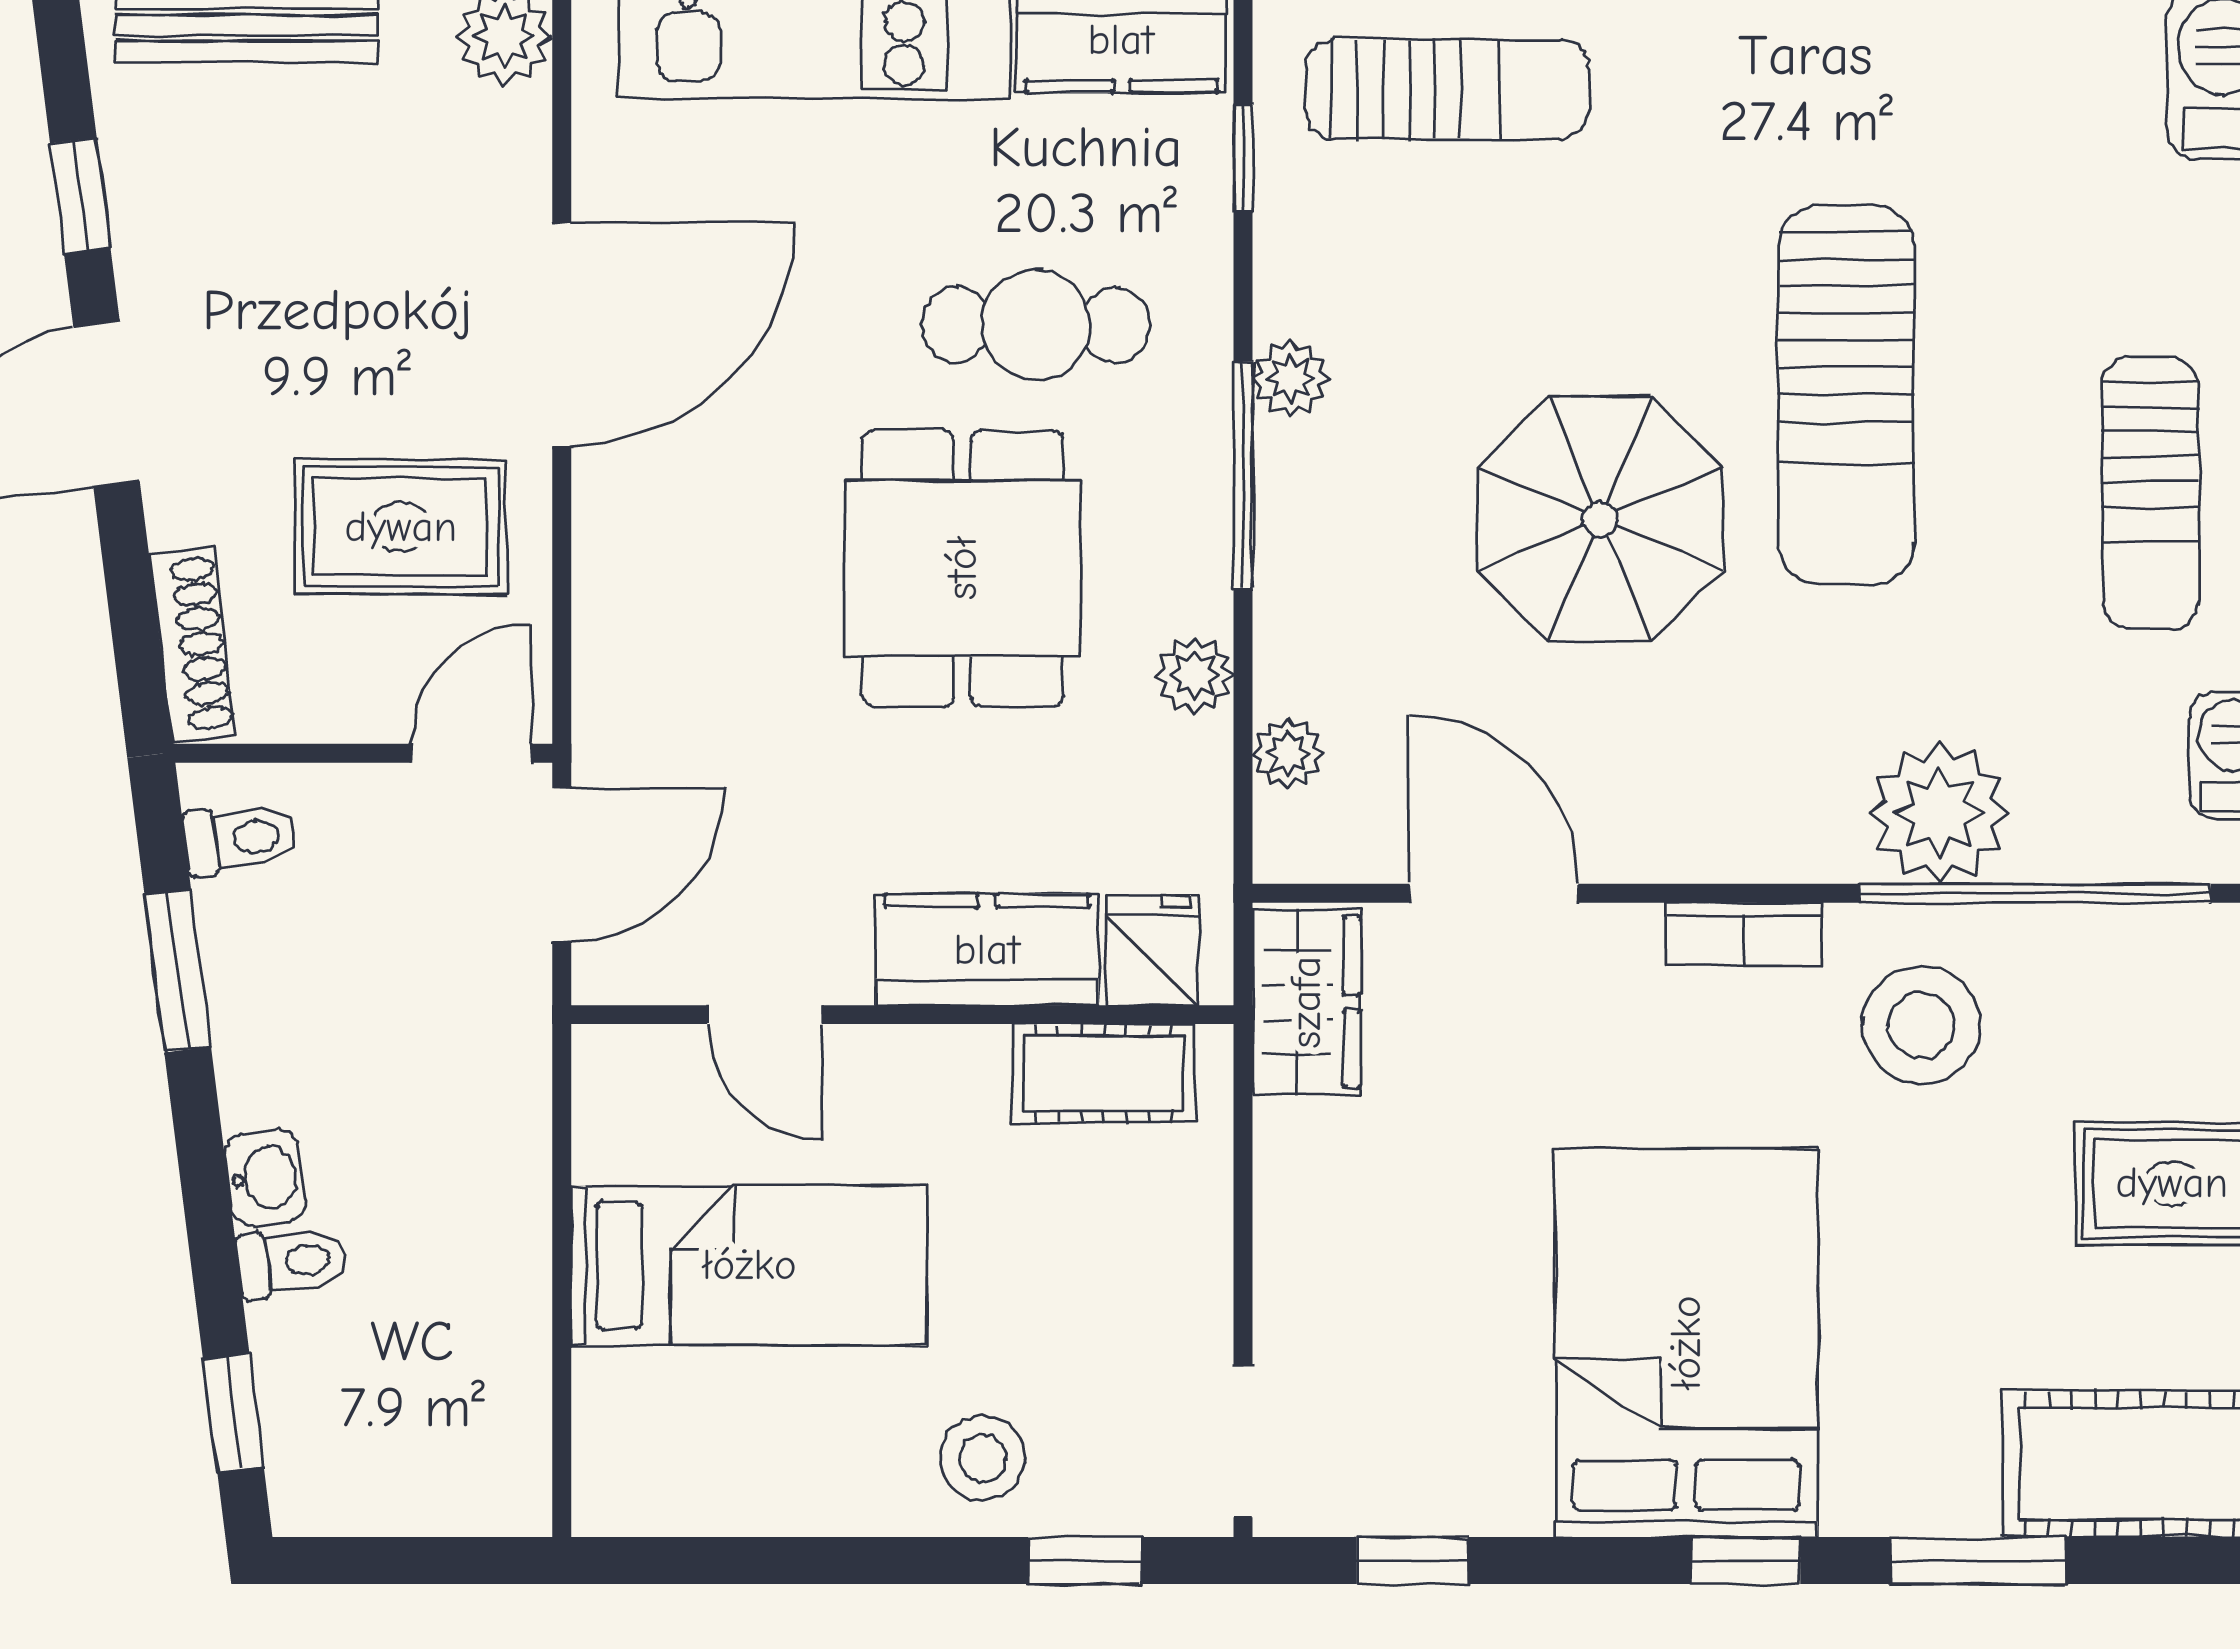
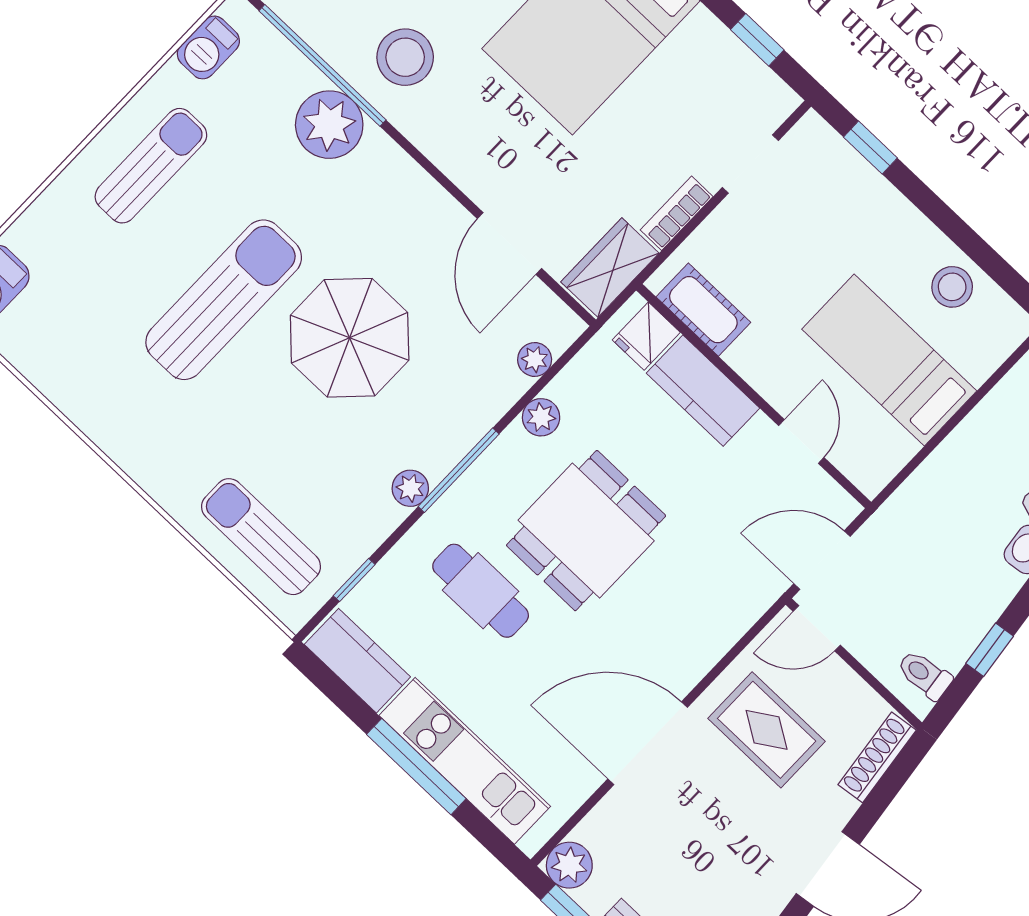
bookcase: (1744, 934) -> (677, 213), moved, turned -90
window: (178, 971) -> (990, 650), width x0.67
doorway: (1243, 1441) -> (750, 164), moved
stool: (983, 1458) -> (952, 287), moved

